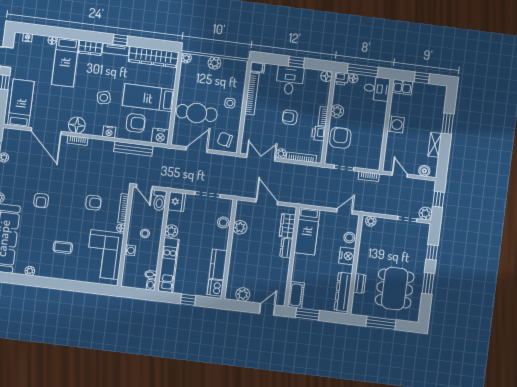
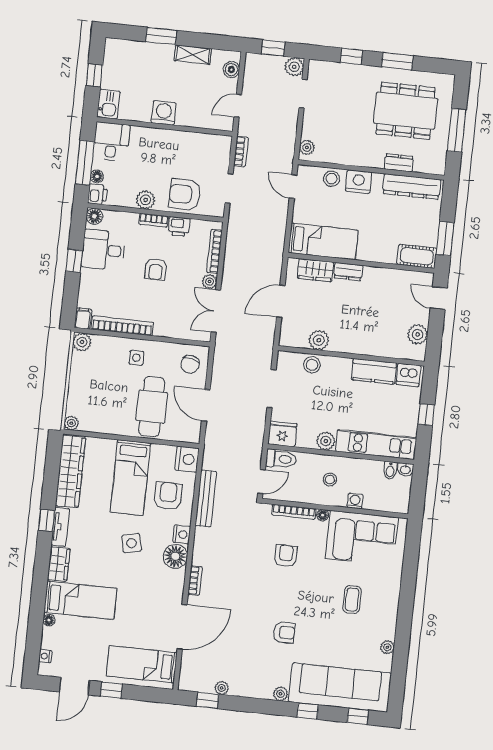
plant: (214, 63) -> (82, 342), moved
desk: (290, 80) -> (103, 250), moved
floor lamp: (77, 125) -> (175, 556), moved

